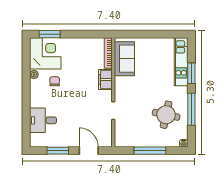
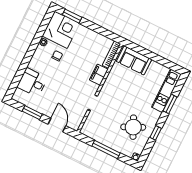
sofa: (124, 59) -> (134, 60), moved, turned 90
window: (191, 109) -> (156, 133), width x0.46
round table: (166, 115) -> (133, 127), turned -37

